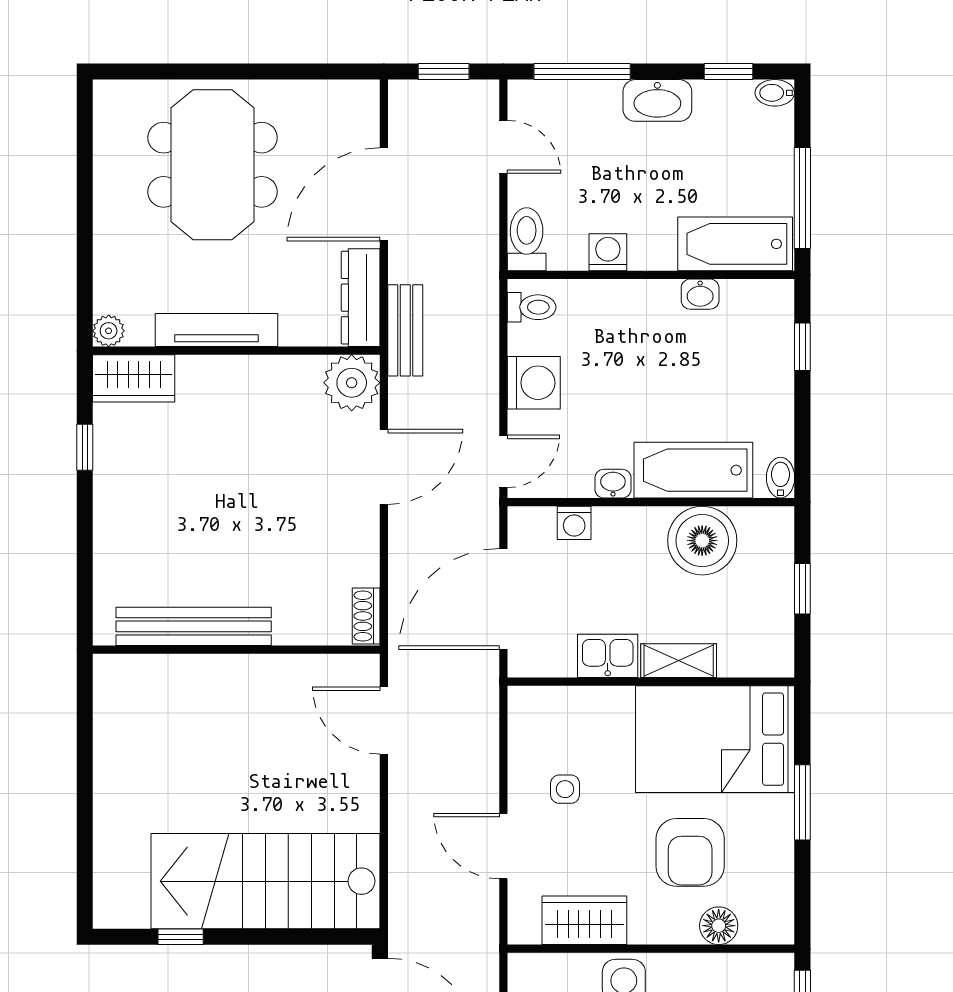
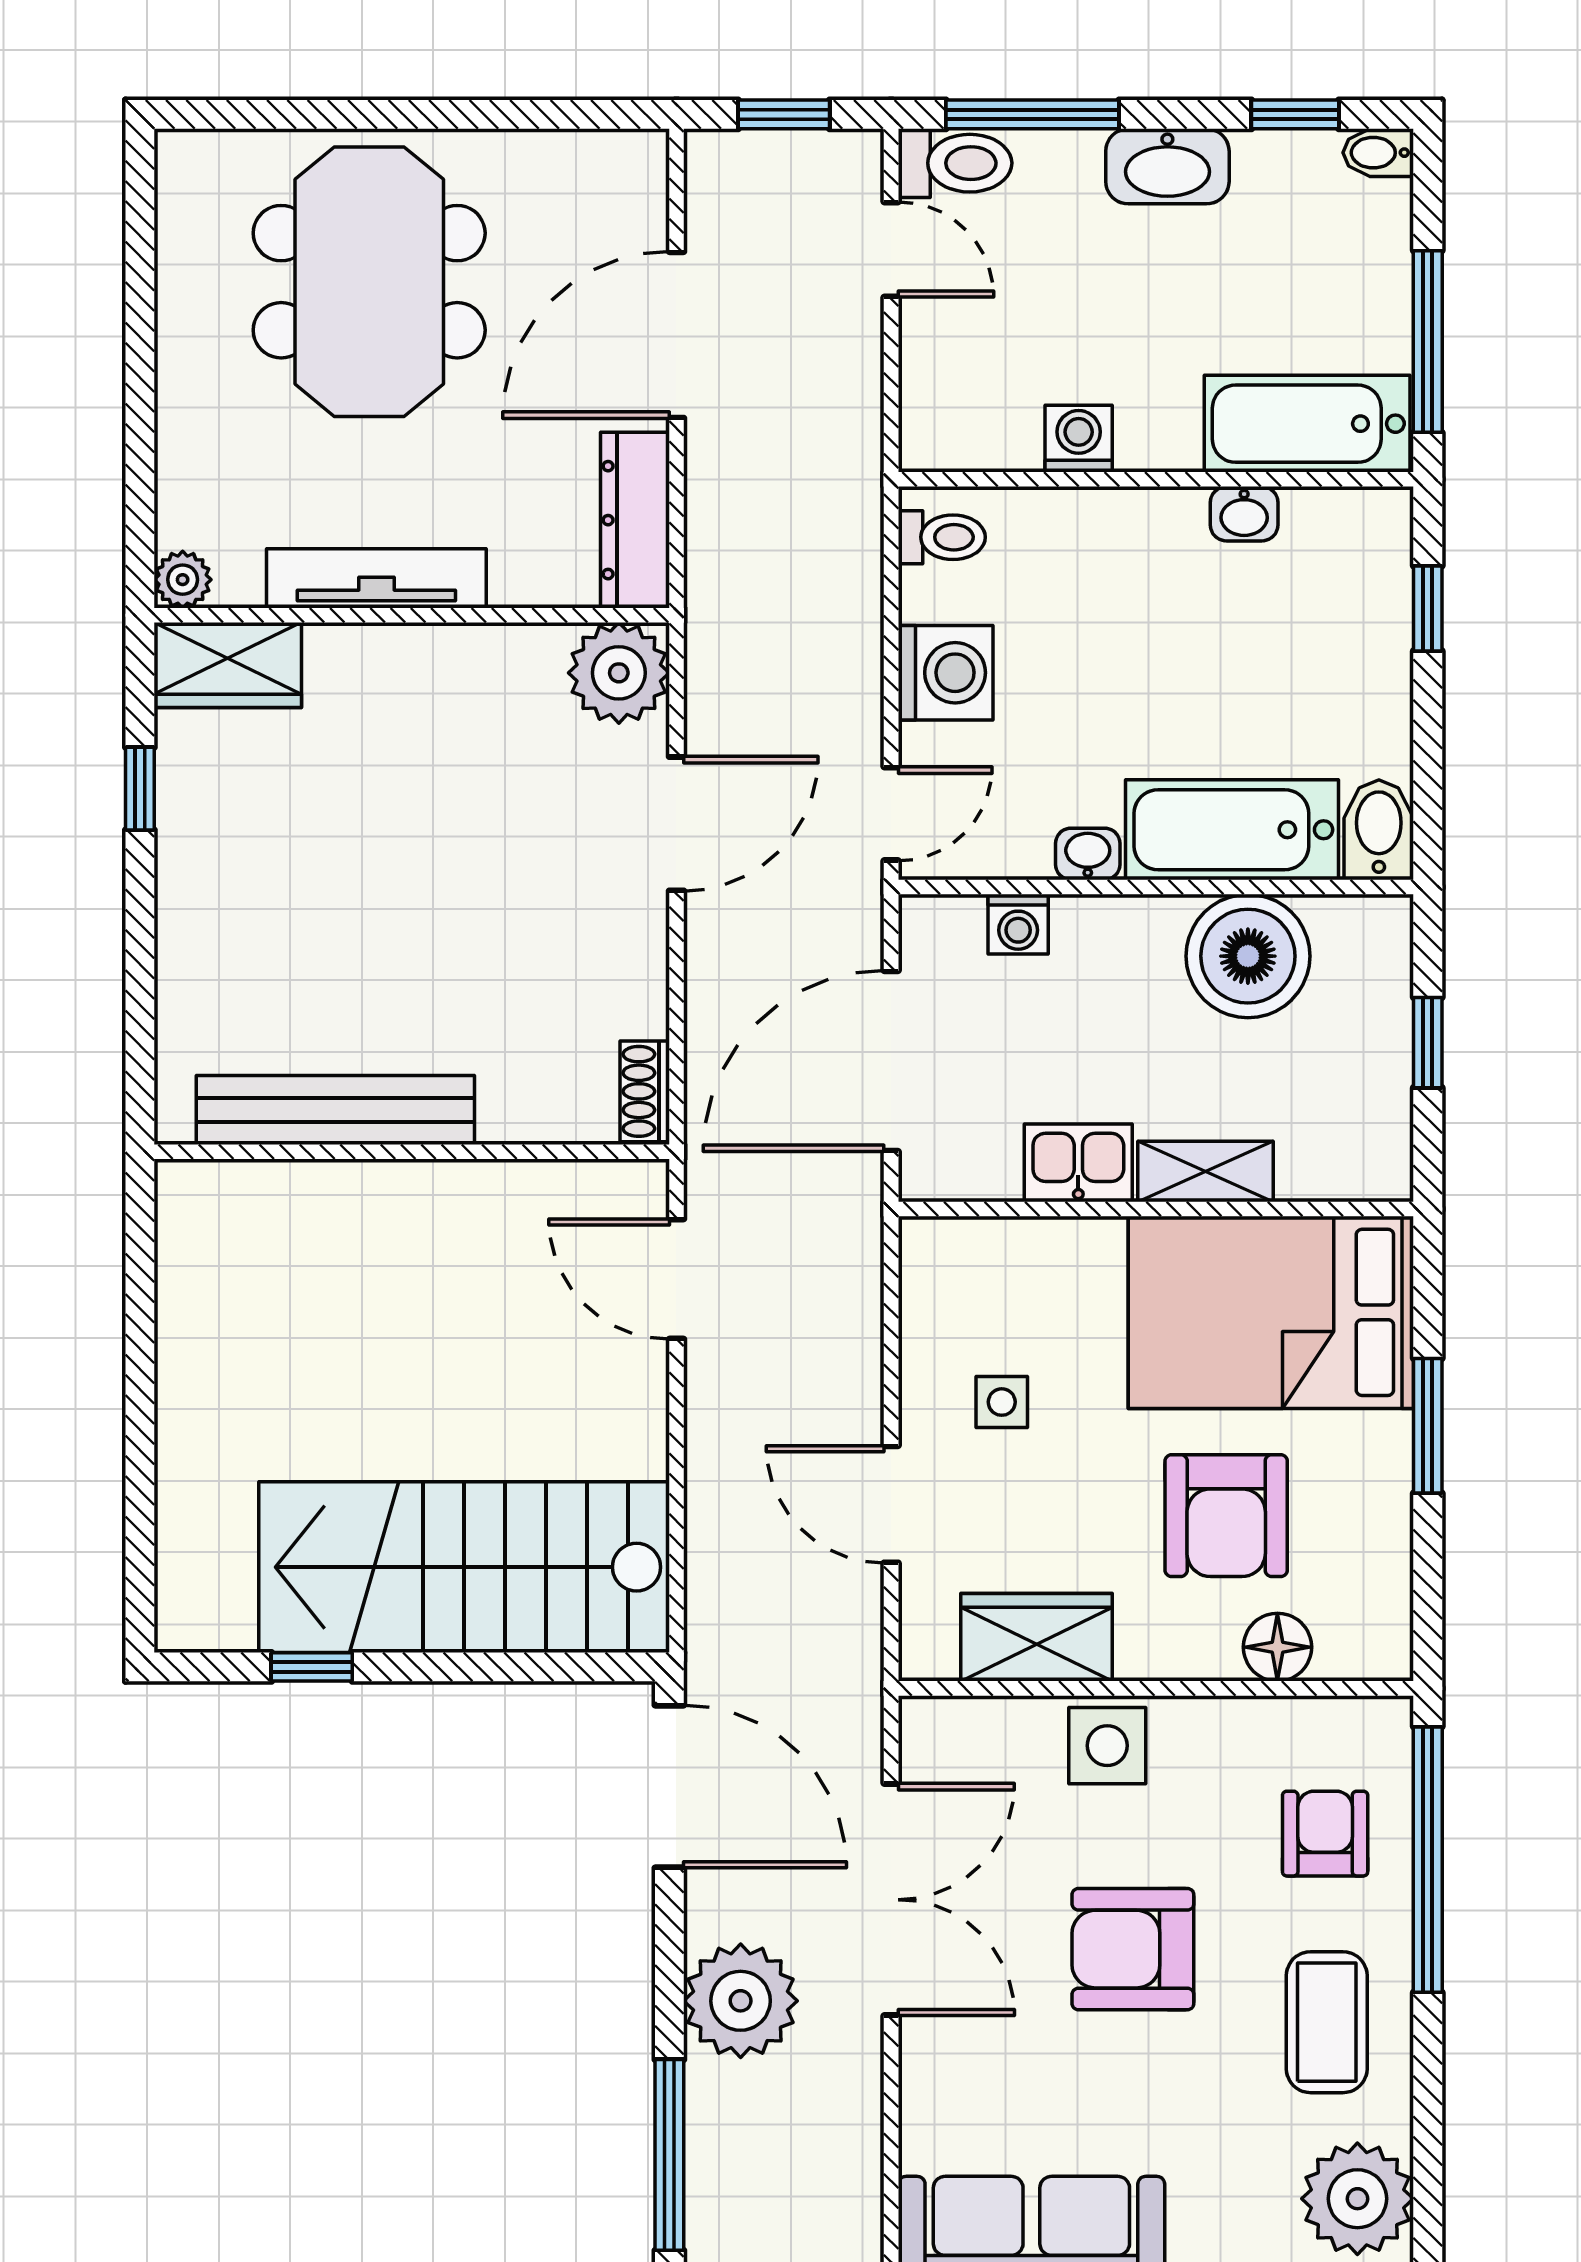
toilet: (527, 239) -> (955, 163), moved, turned 90
bench: (405, 330) -> (715, 579), removed
bidet: (781, 478) -> (1379, 830), width x1.38, depth x1.36

